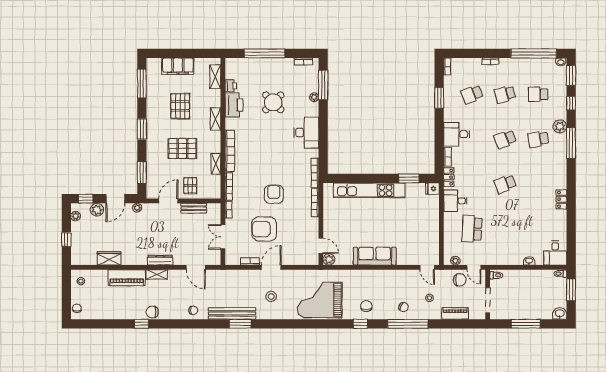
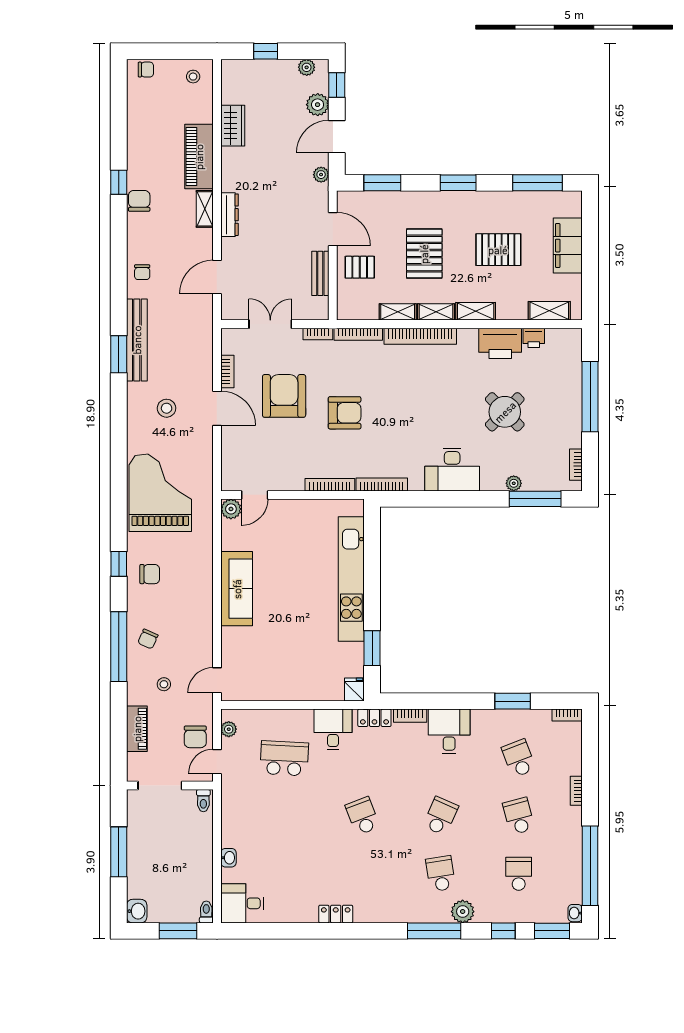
school desk: (505, 139) -> (441, 816), turned 45
shelving: (216, 142) -> (436, 312), added
door: (115, 199) -> (337, 137), hinge flipped

